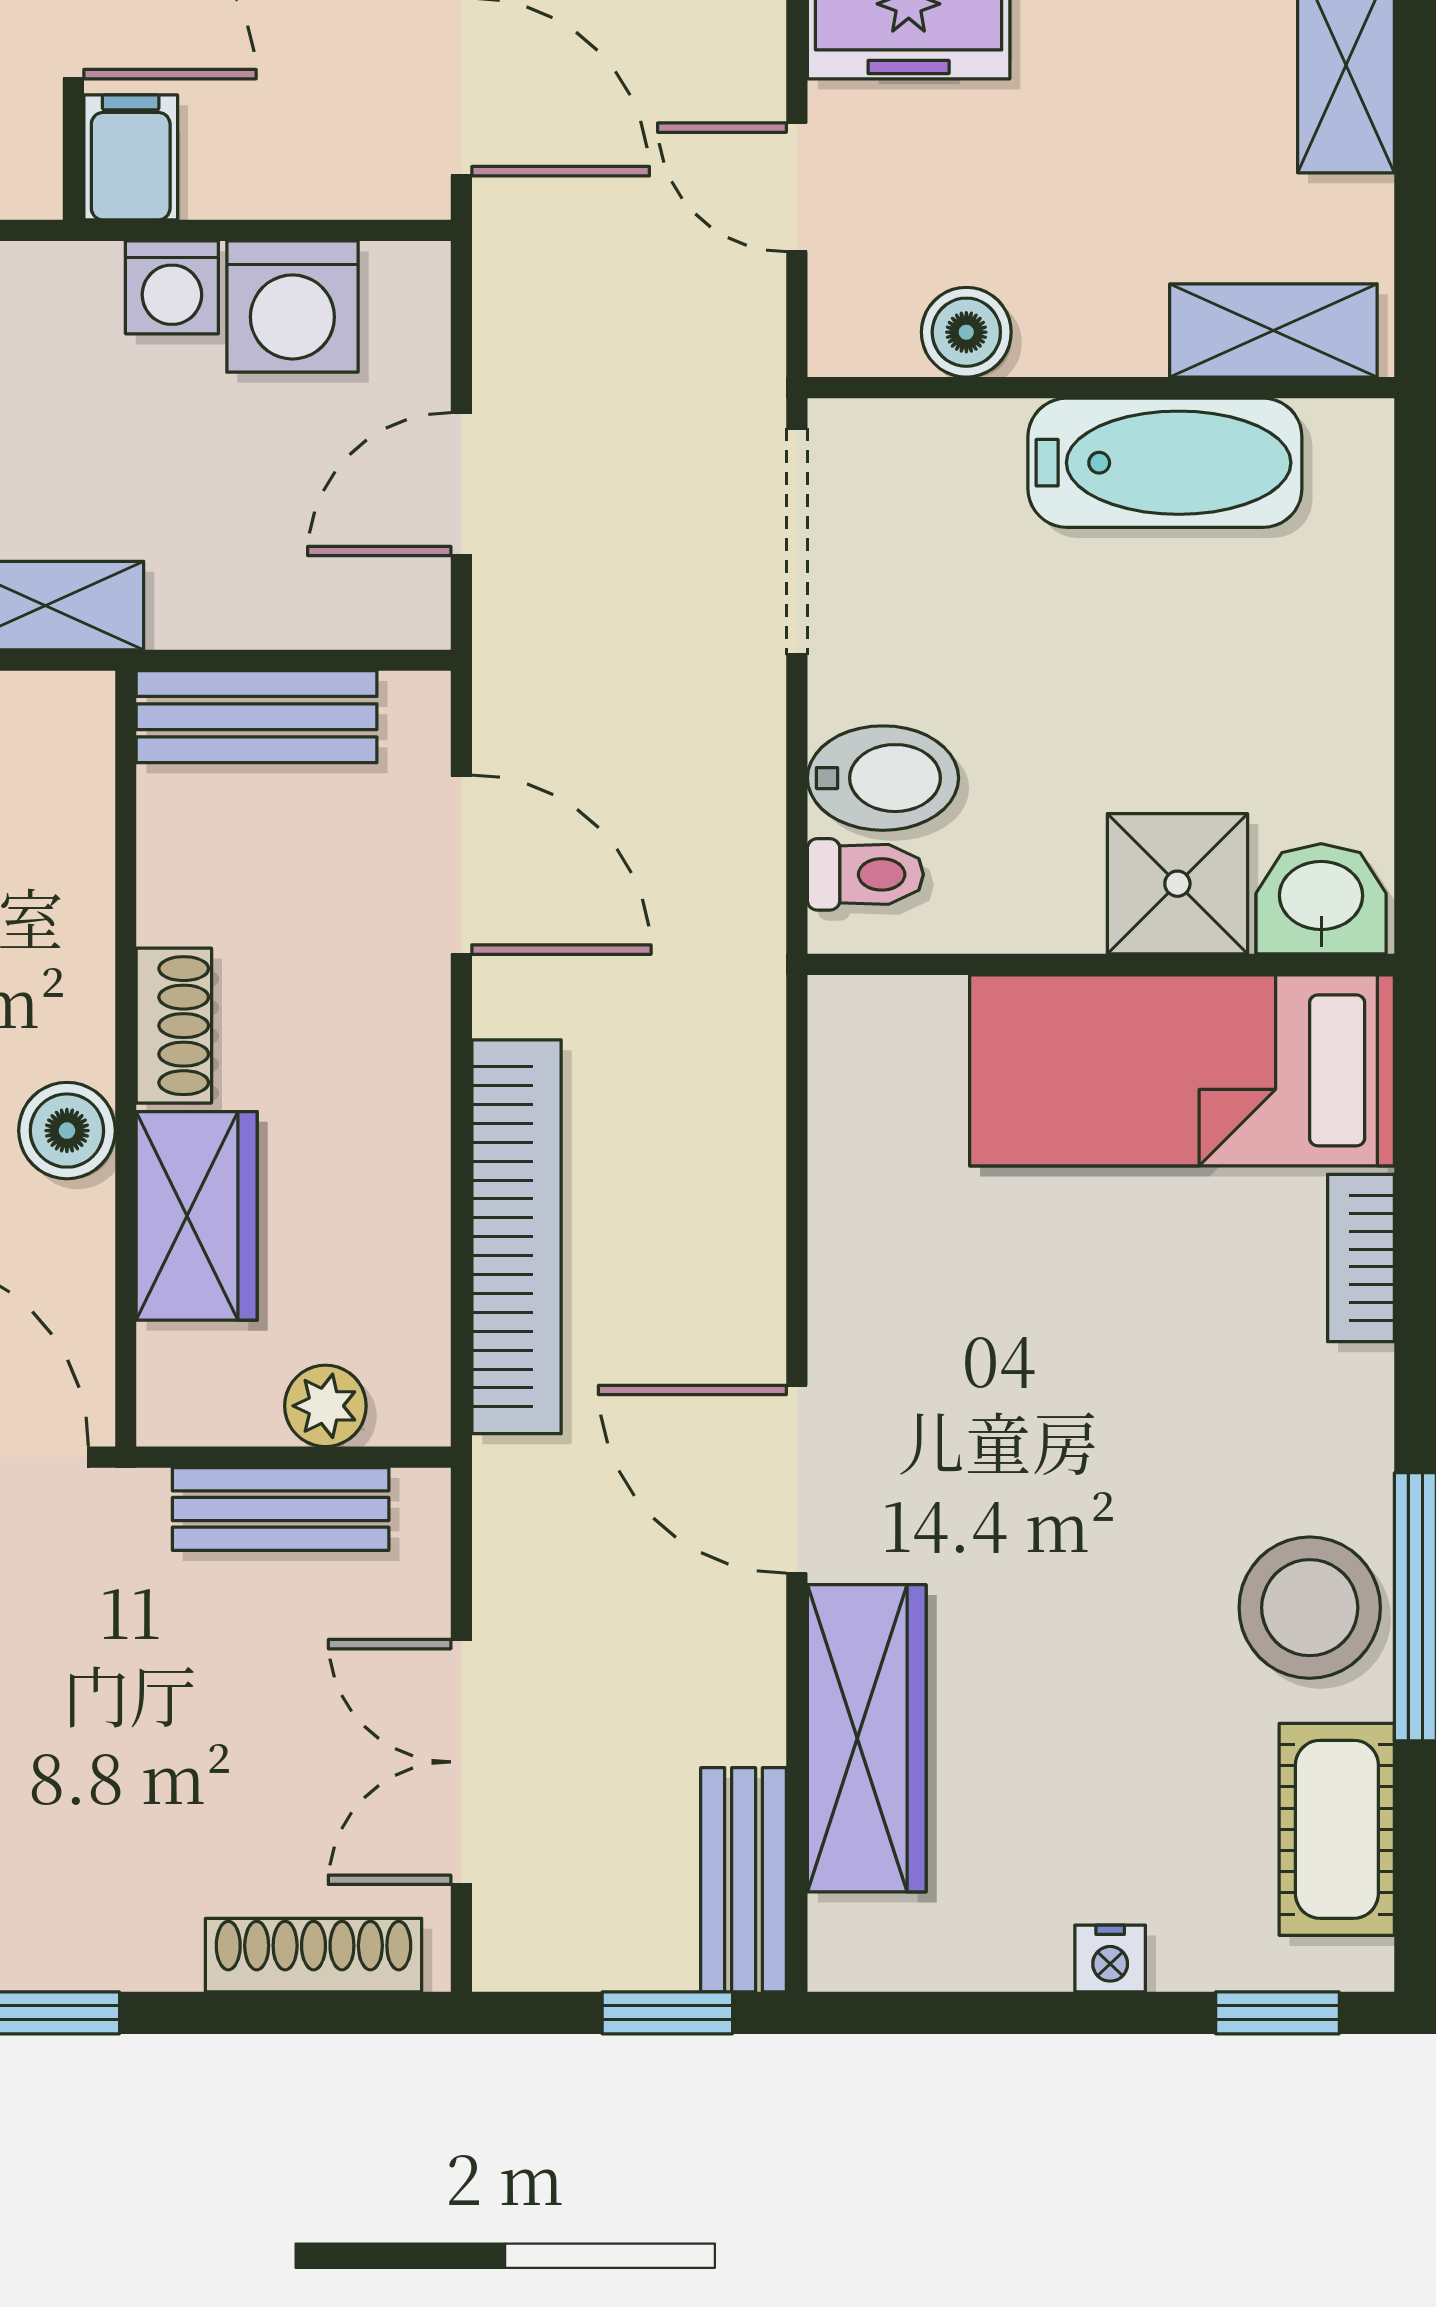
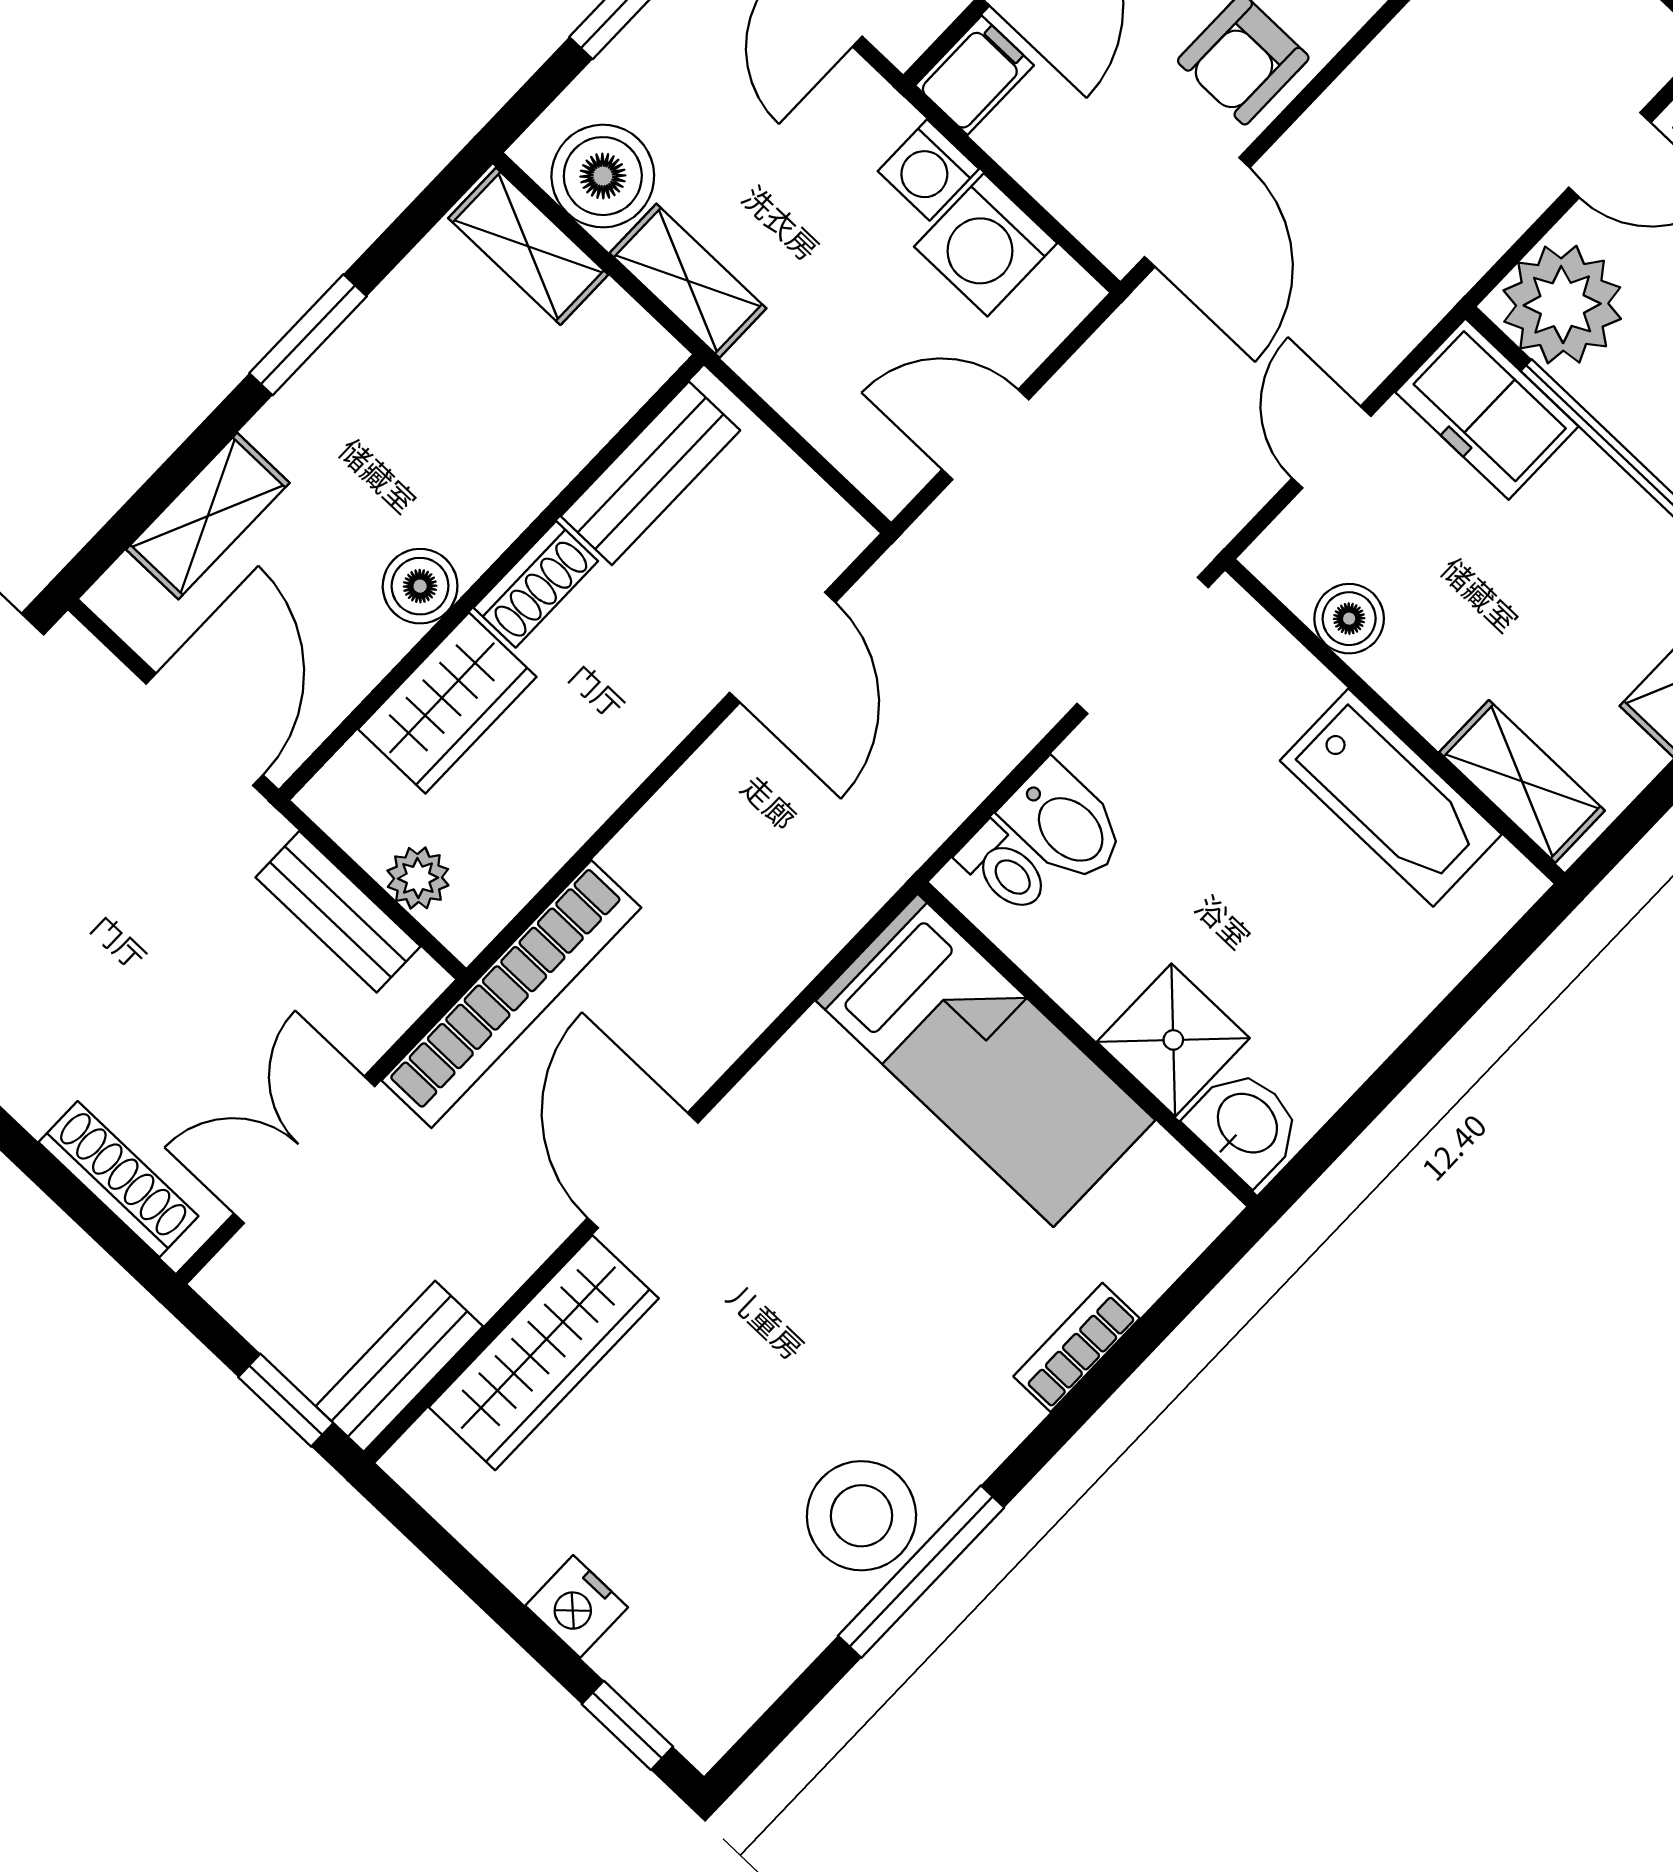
bench: (257, 717) -> (650, 473), moved, turned 90
bed: (1182, 1070) -> (985, 1060), moved, turned 180
bookcase: (516, 1237) -> (511, 994), moved
cot: (1337, 1829) -> (758, 1654), removed
nightstand: (1110, 1958) -> (577, 1606), width x1.39, depth x1.35

